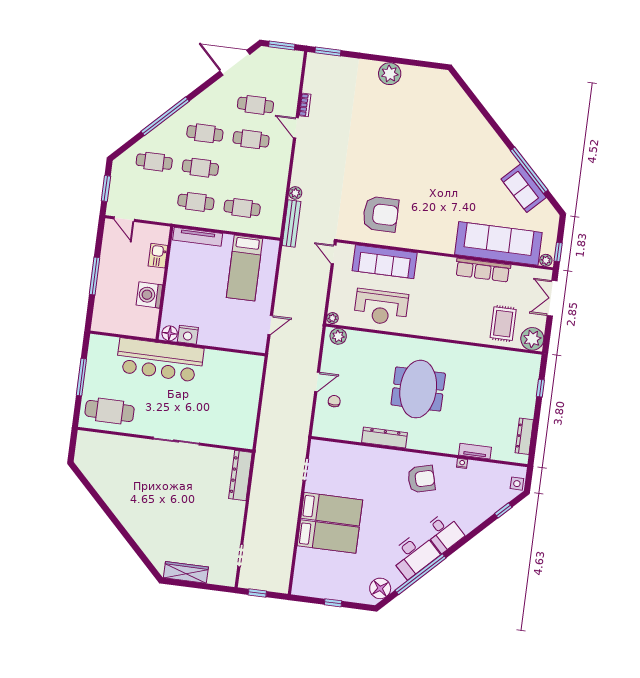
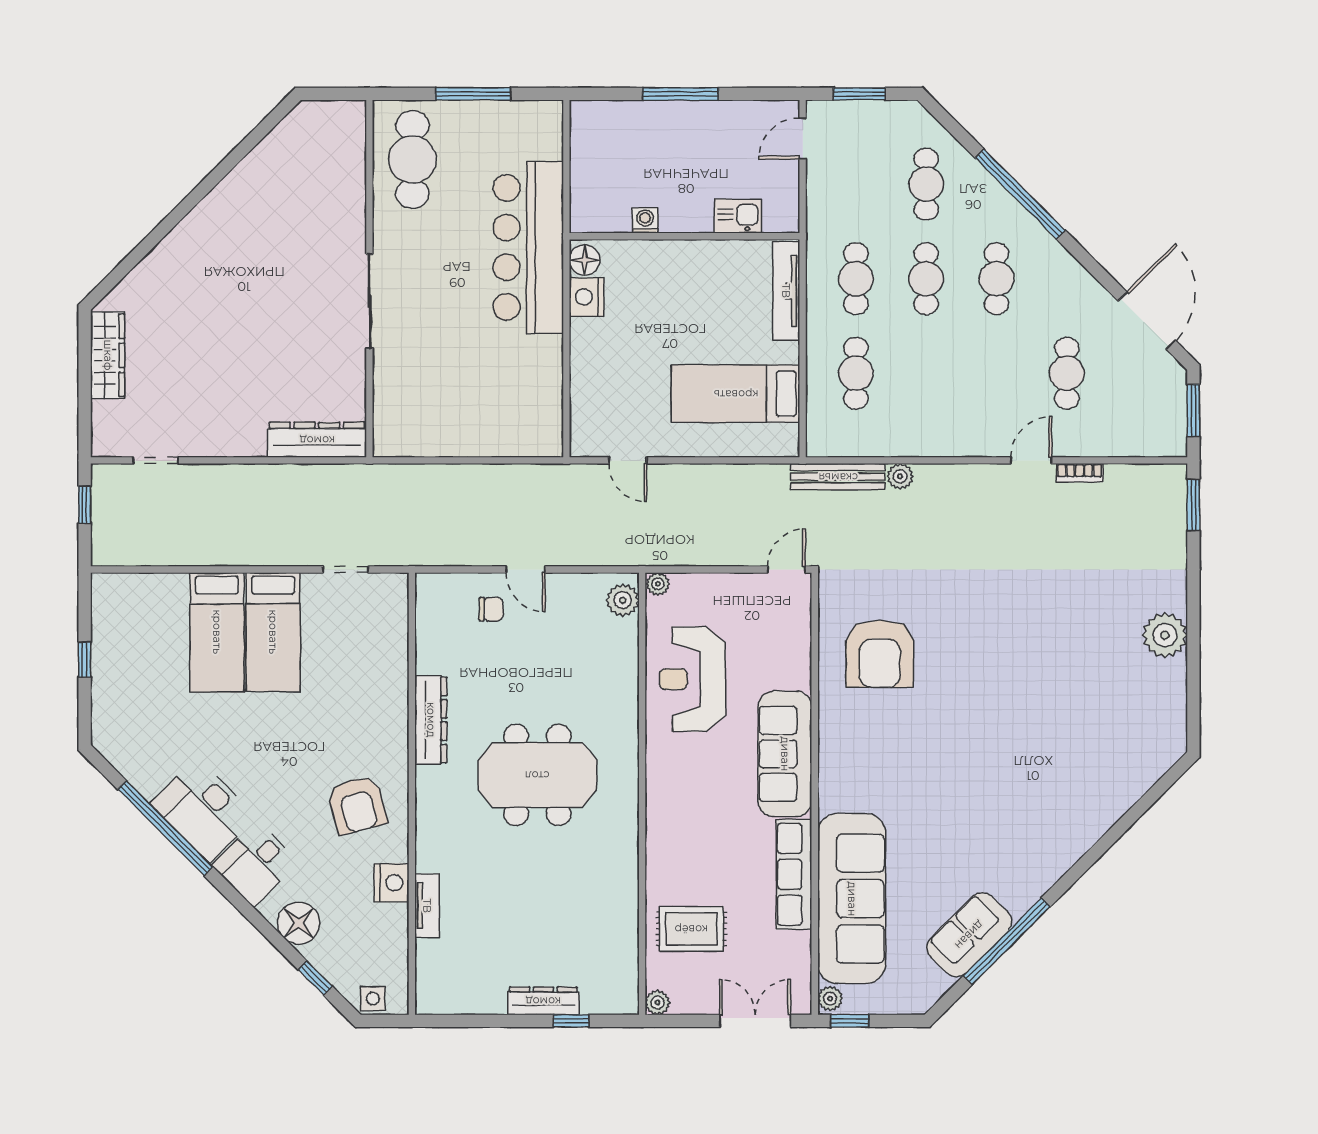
cafe table: (251, 139) -> (997, 373), removed
sofa: (385, 262) -> (785, 754), moved
washing machine: (149, 295) -> (645, 220), width x0.53, depth x0.53
plant: (532, 339) -> (657, 1002), width x0.53, depth x0.53
dresser: (524, 436) -> (543, 1001), moved
nightstand: (462, 463) -> (392, 883), width x1.89, depth x1.79
floor lamp: (380, 588) -> (299, 923), moved

